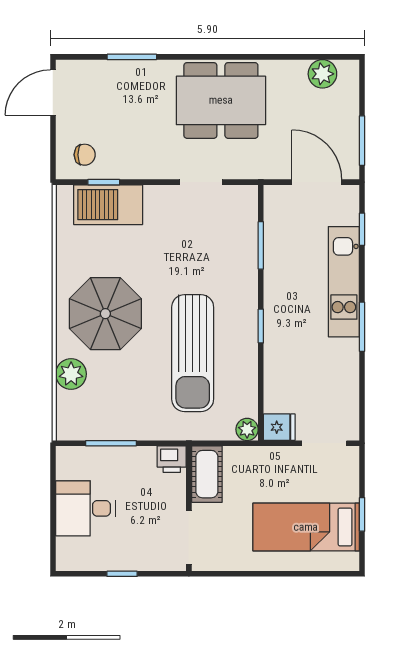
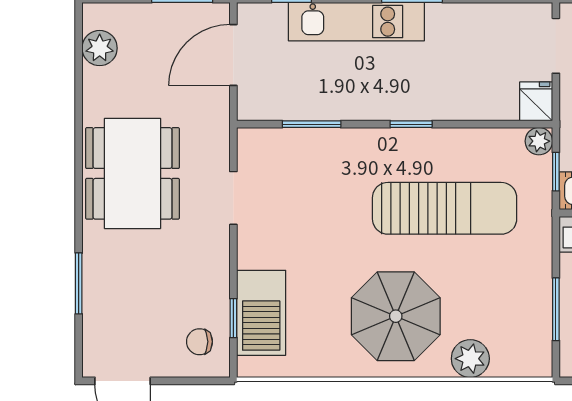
chair: (85, 155) -> (200, 342), turned -90
window: (222, 443) -> (556, 172), added

